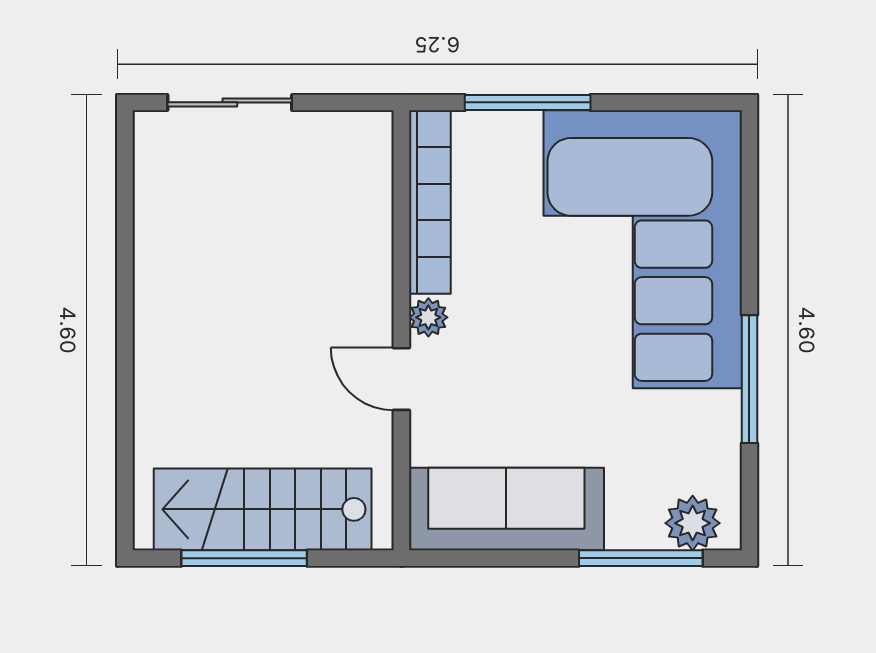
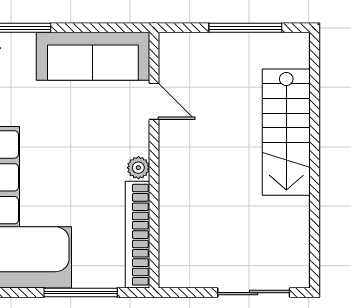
door: (401, 379) -> (154, 101), moved
stairs: (263, 509) -> (286, 132), moved, turned 90

